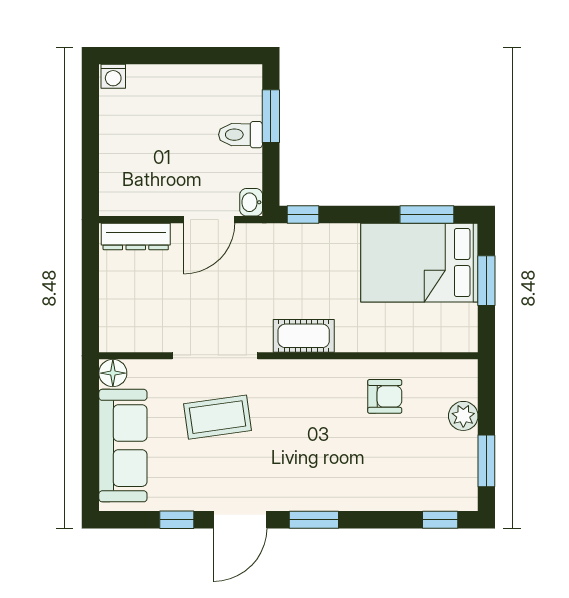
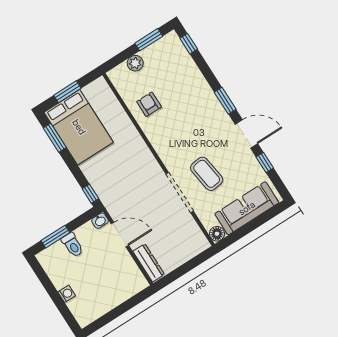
washing machine: (113, 76) -> (67, 294), moved
cot: (304, 336) -> (145, 158), removed

